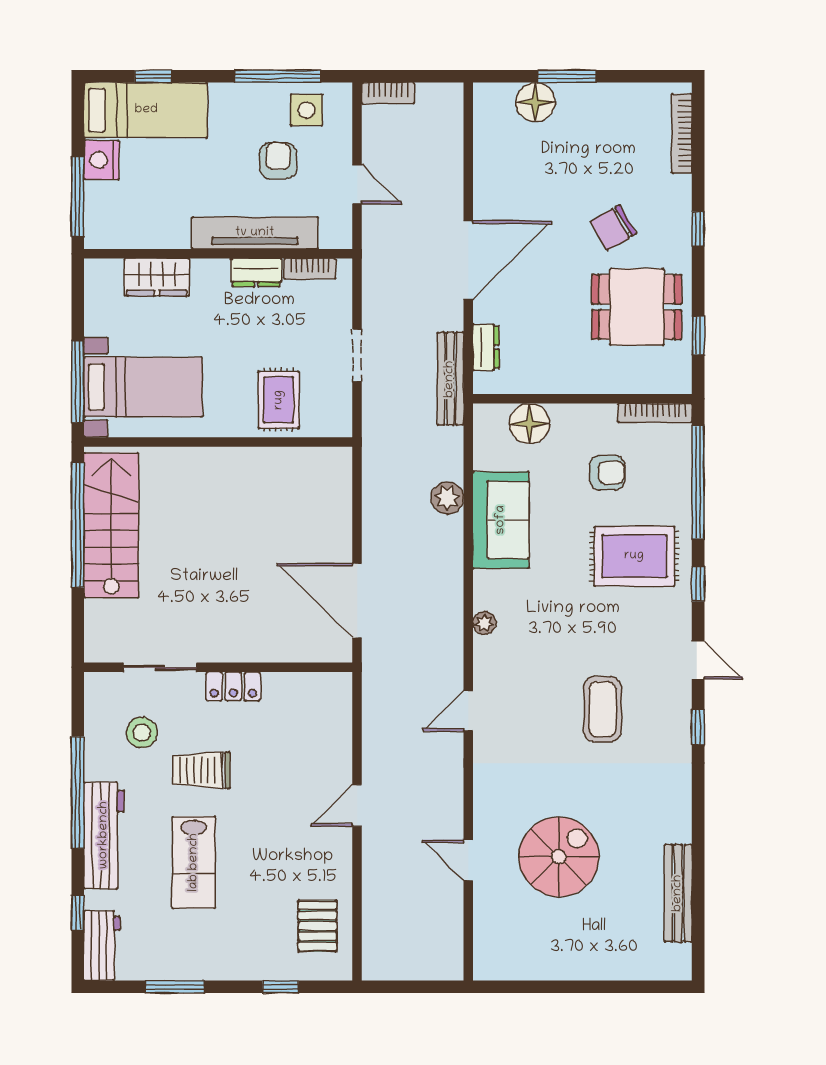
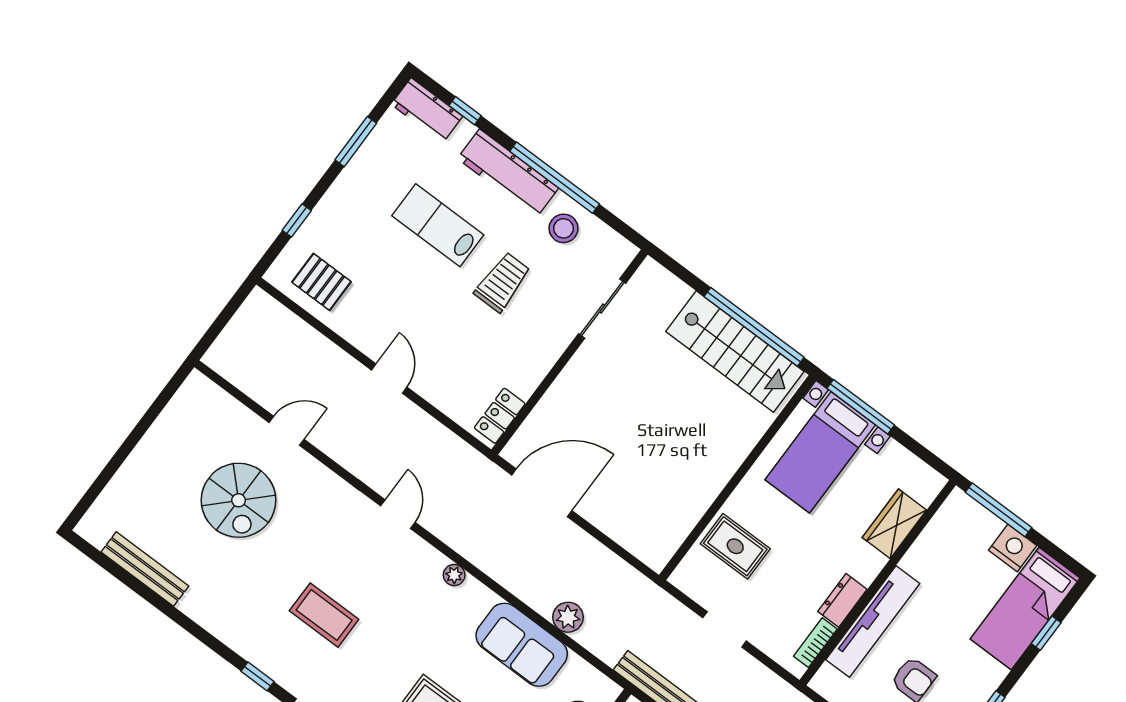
locker: (233, 686) -> (500, 416), moved
stool: (142, 733) -> (564, 228), moved

